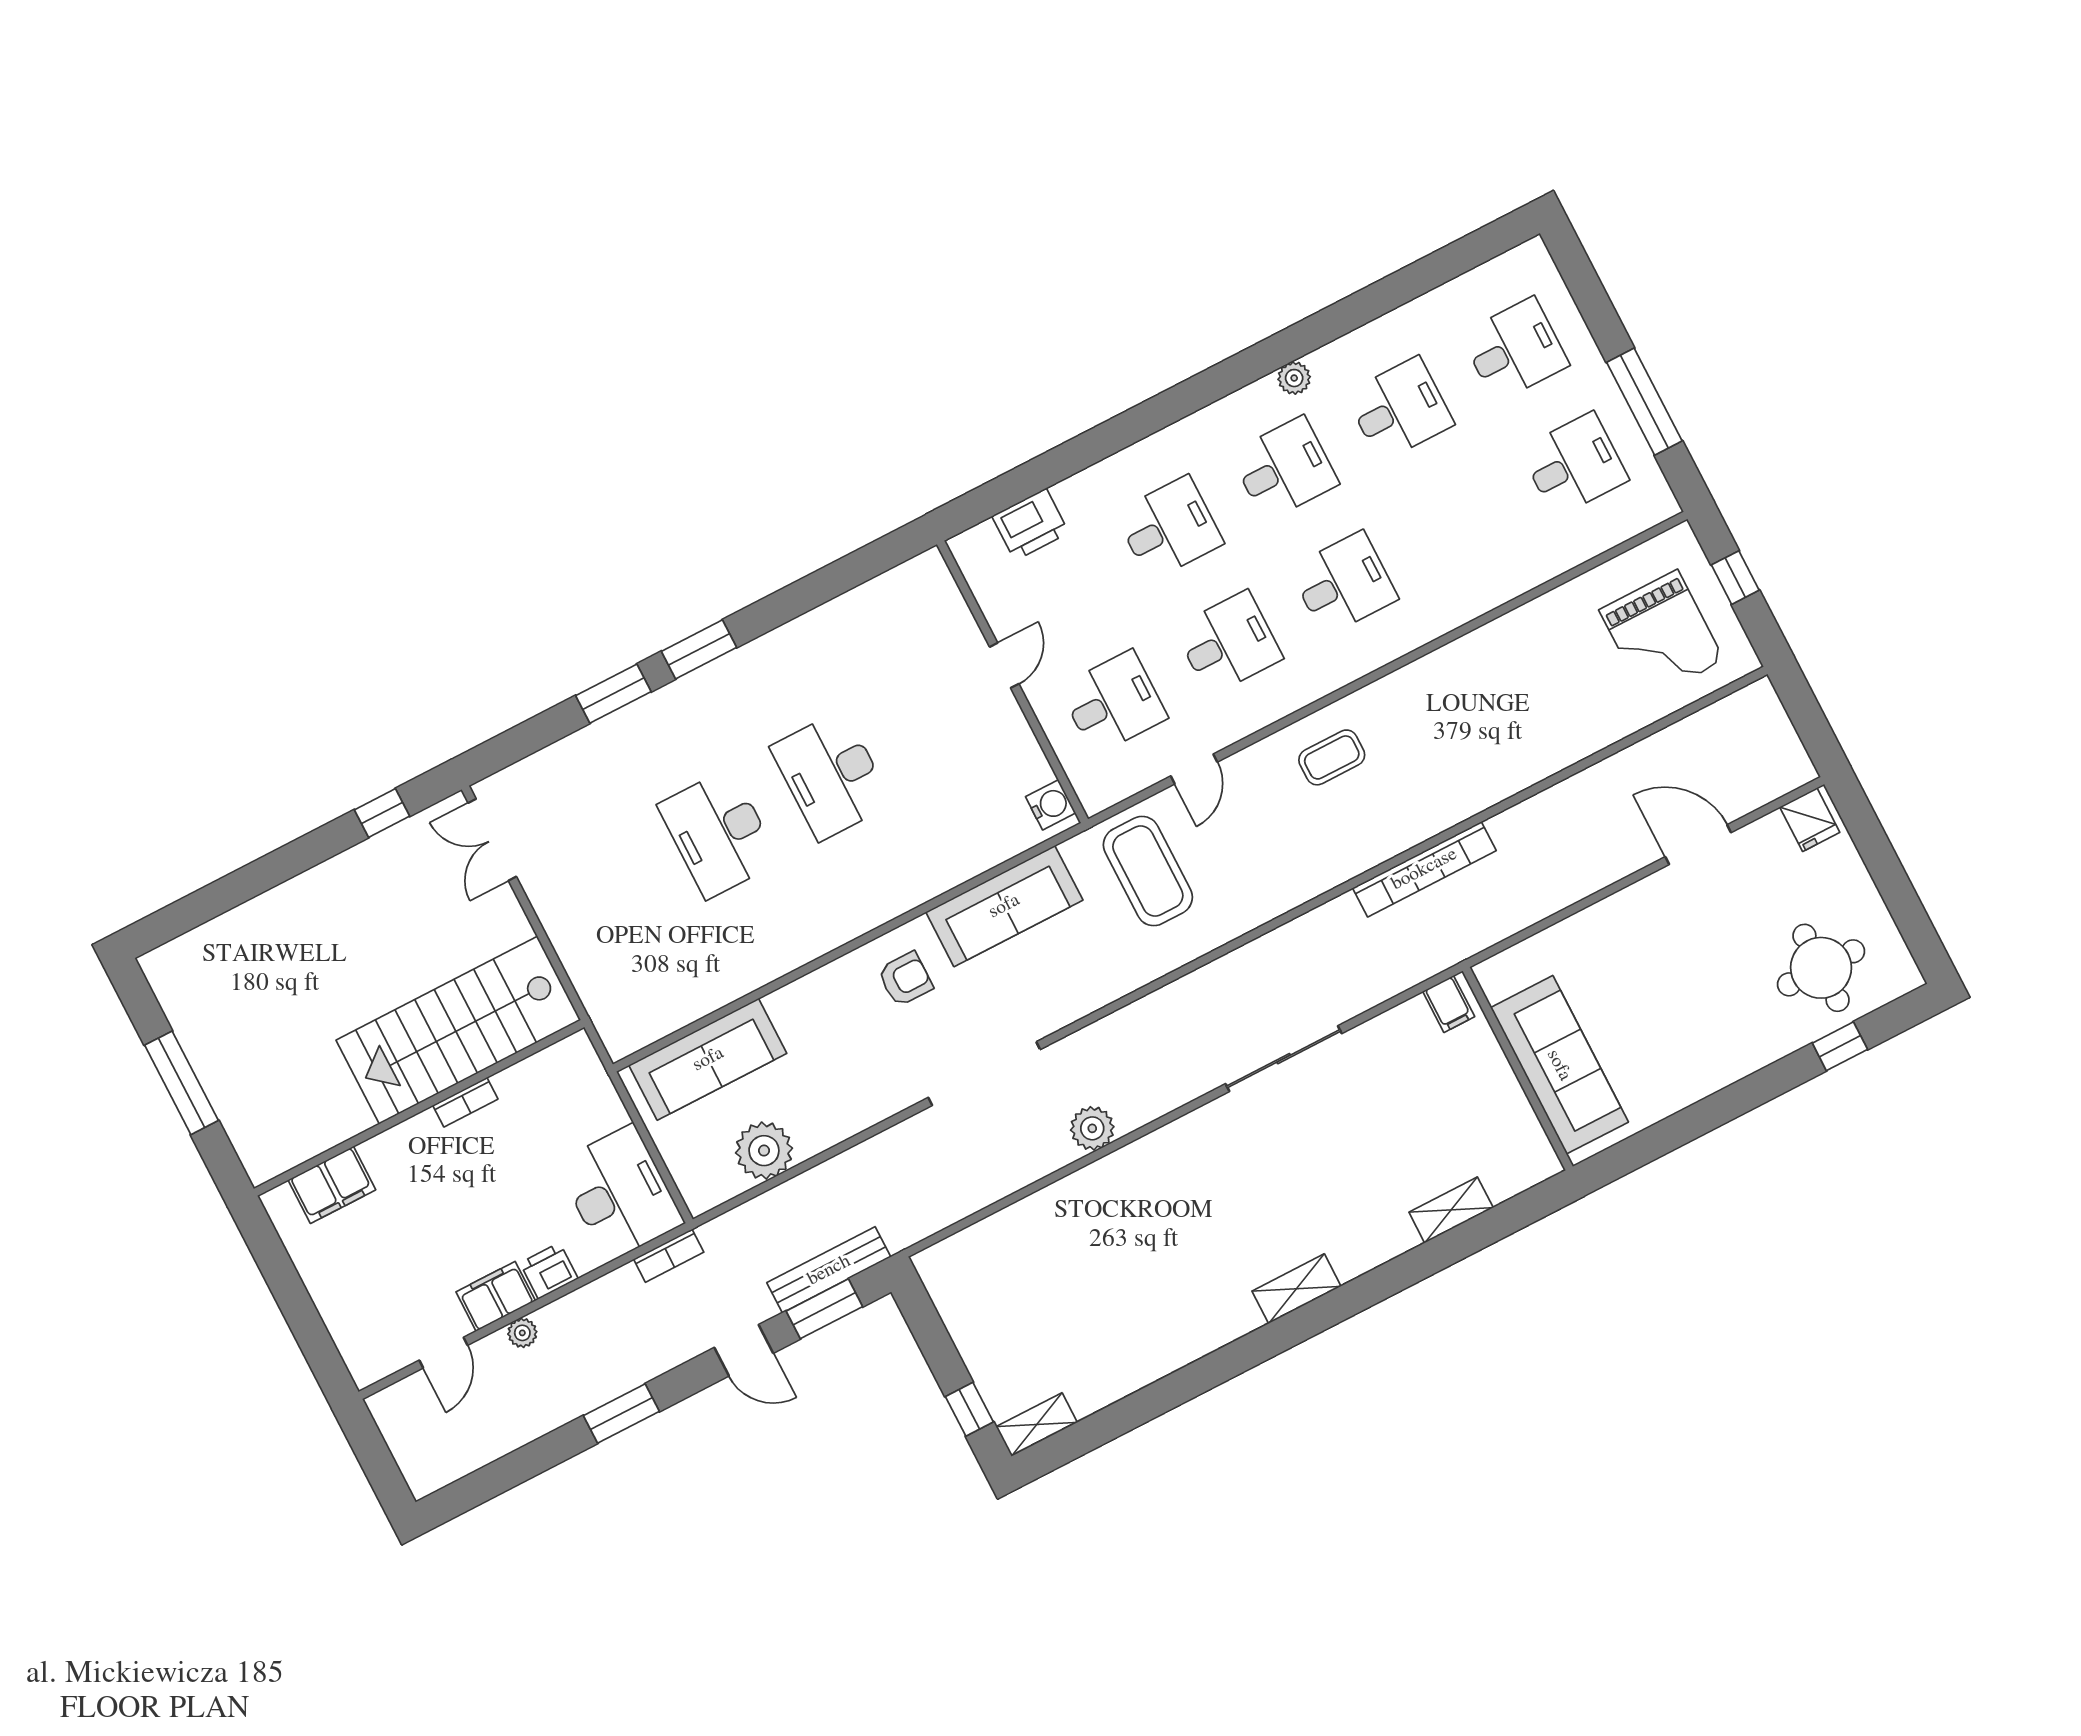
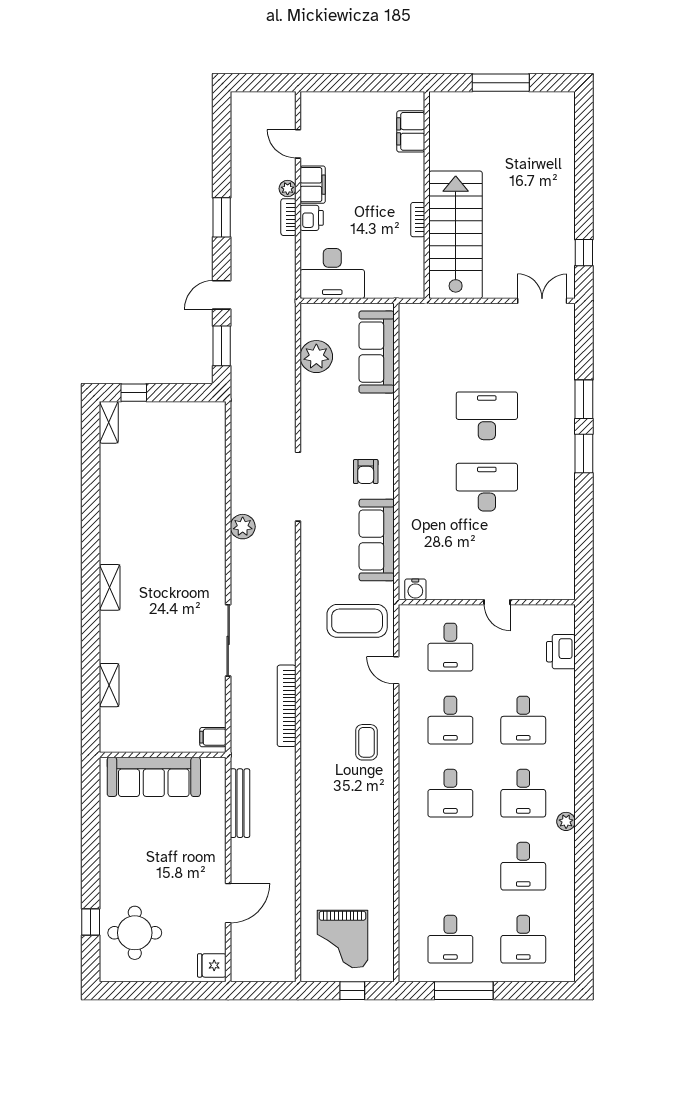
grand piano: (1662, 635) -> (342, 939), turned -90
bookcase: (1424, 869) -> (287, 706), moved
bookcase: (669, 1256) -> (288, 217), moved
bench: (829, 1270) -> (240, 803), moved

